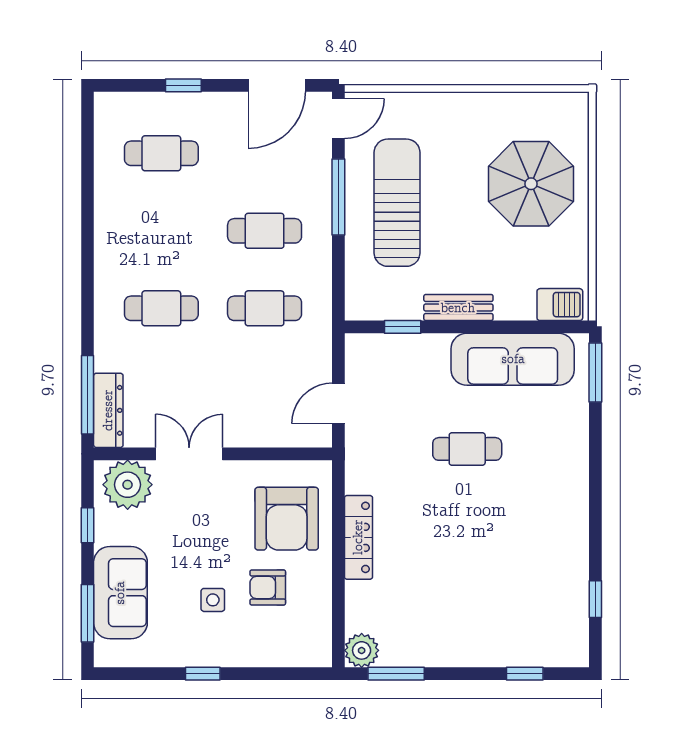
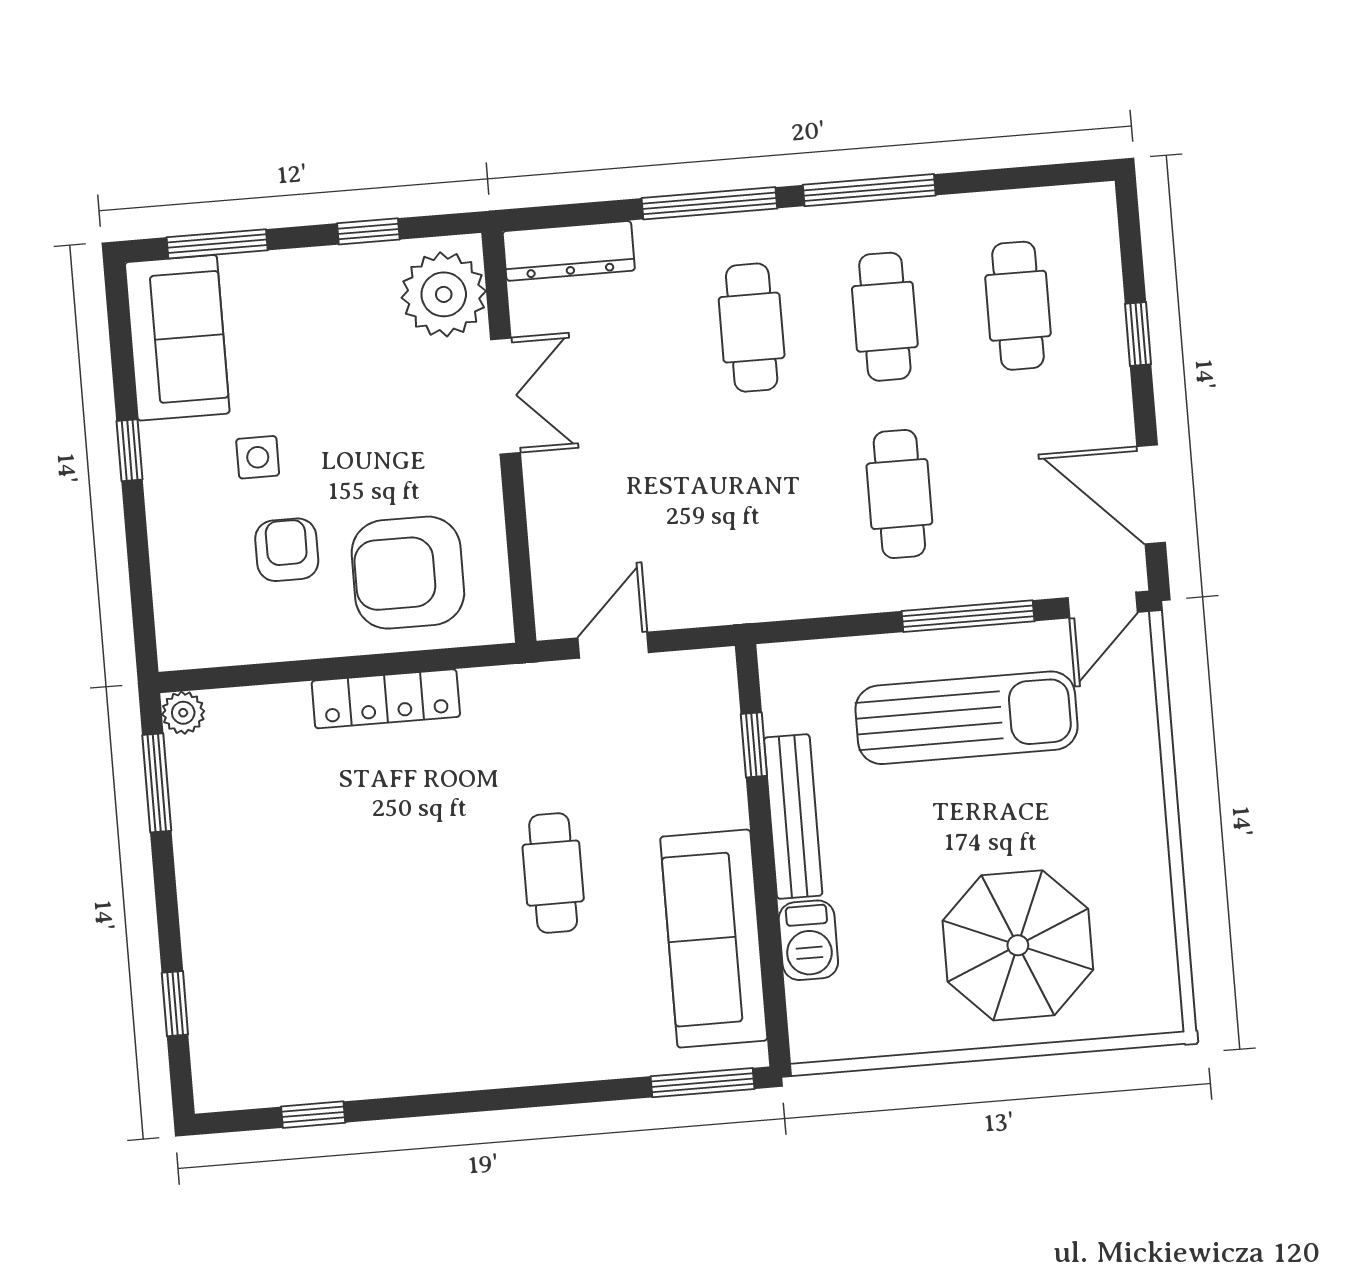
door: (338, 119) -> (1103, 605), hinge flipped
window: (88, 234) -> (869, 190), added
barbecue: (560, 305) -> (808, 940), moved
cafe table: (265, 308) -> (885, 317), moved
bench: (458, 308) -> (793, 817), width x1.36
window: (88, 395) -> (709, 203), moved
door: (338, 403) -> (613, 645), hinge flipped
sofa: (120, 593) -> (177, 338), moved, turned -90
plant: (362, 650) -> (183, 713), width x0.73, depth x0.73

